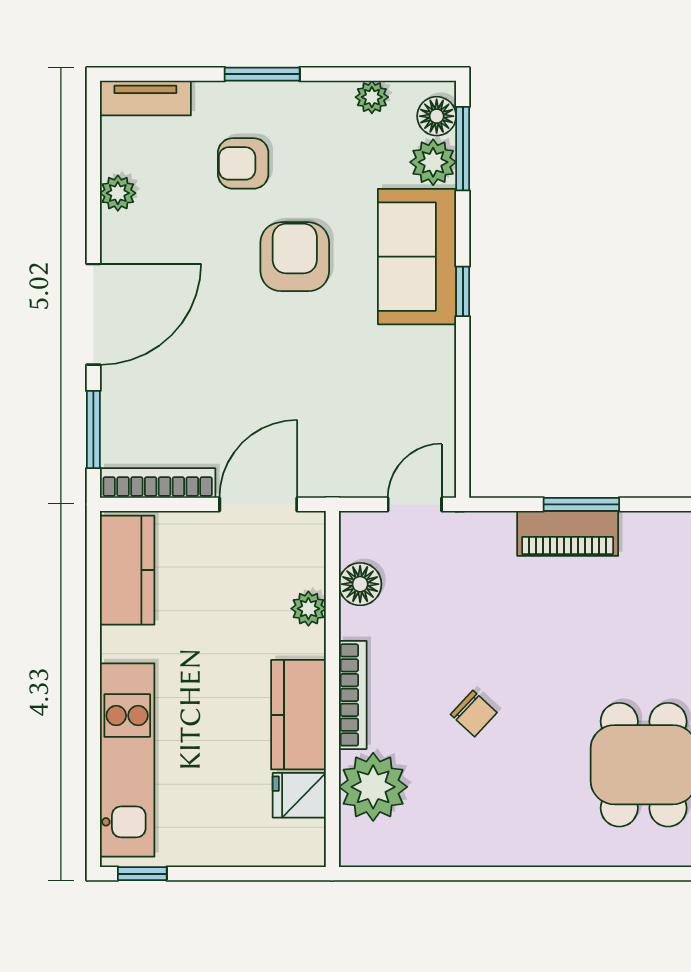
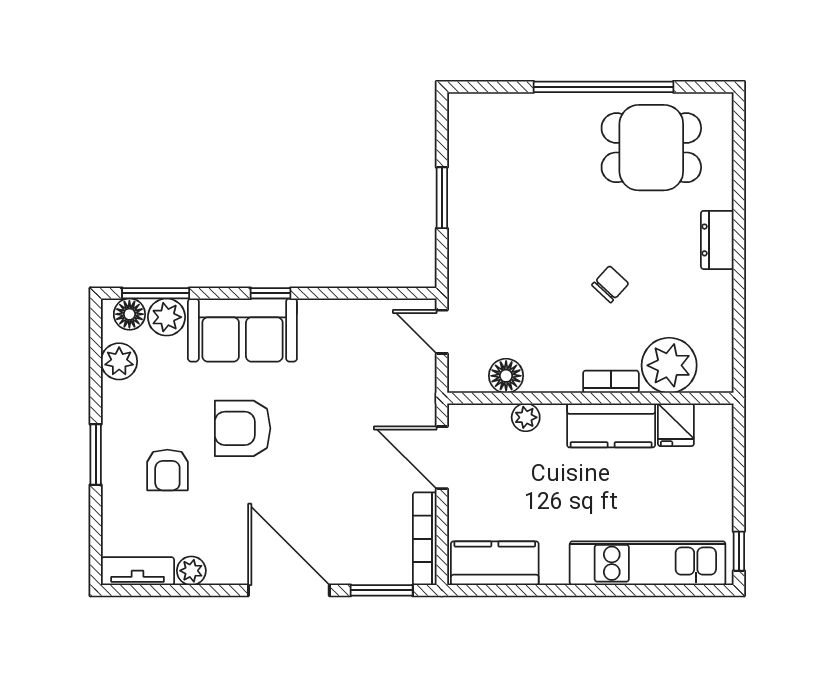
plant: (372, 97) -> (119, 361), width x1.38, depth x1.38
tv unit: (145, 98) -> (138, 571), moved, turned -90
piano: (568, 533) -> (465, 209), removed
bookcase: (353, 695) -> (611, 382), width x0.64
dresser: (529, 847) -> (717, 240), added

